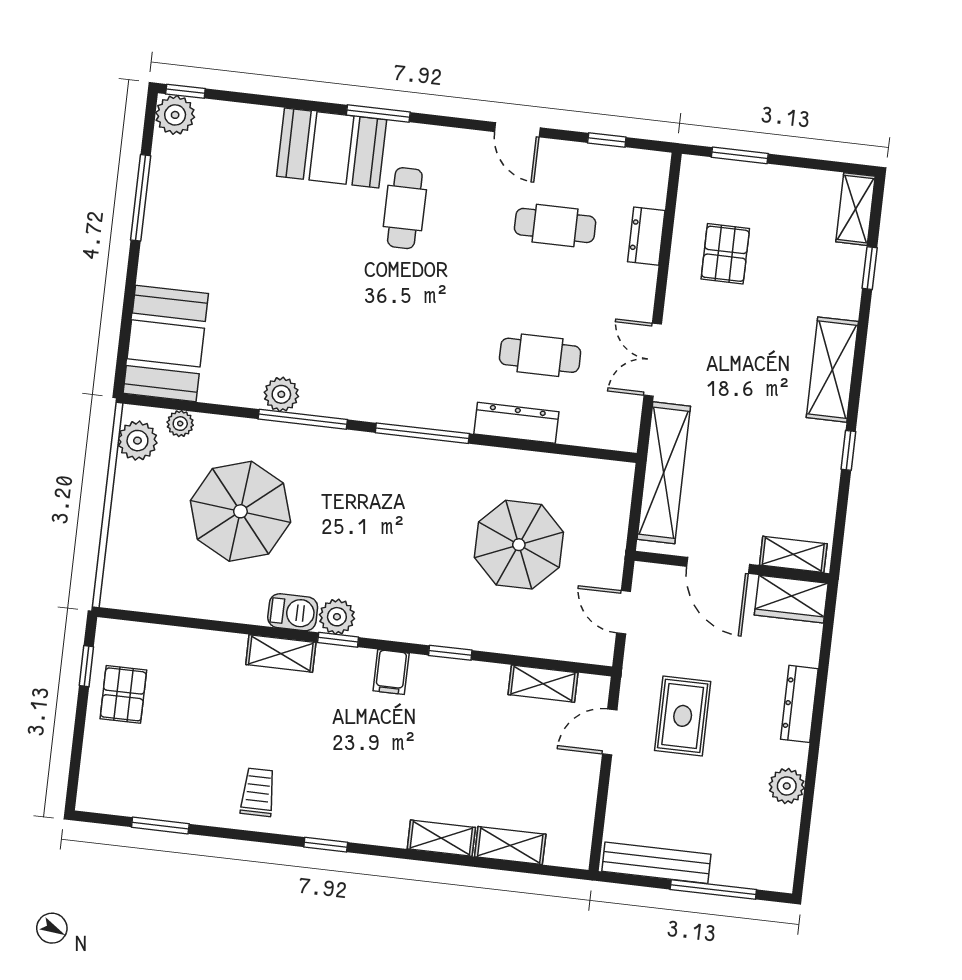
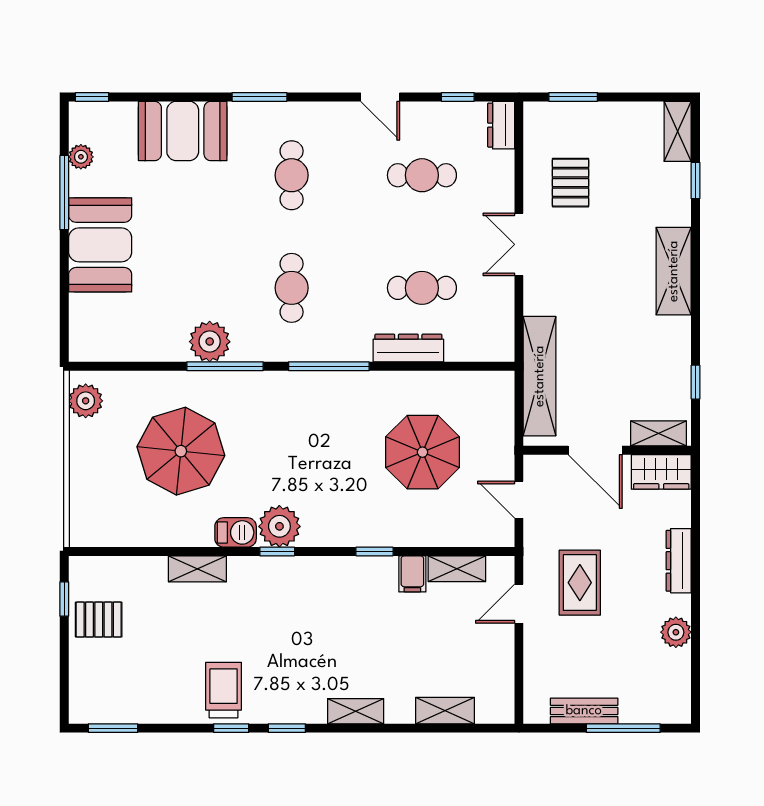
plant: (175, 115) -> (81, 157), moved, width x0.73, depth x0.73
booth: (332, 148) -> (183, 131), moved
dresser: (646, 236) -> (501, 125), moved
cafe table: (390, 338) -> (292, 288), added
booth: (166, 343) -> (100, 245), moved
double door: (653, 360) -> (519, 244), moved
plant: (281, 394) -> (210, 342), width x1.36, depth x1.36
plant: (180, 424) -> (120, 382), removed
window: (848, 450) -> (696, 382), moved
plant: (337, 617) -> (279, 526), width x1.36, depth x1.36
shelving: (281, 653) -> (197, 569), moved
filing cabinet: (391, 672) -> (412, 574), moved
pallet: (123, 694) -> (99, 620), turned 90
trolley: (258, 792) -> (224, 690), width x1.36, depth x1.39
window: (160, 825) -> (113, 728), moved
window: (262, 837) -> (231, 728), added
shelving: (441, 838) -> (356, 711), moved
bench: (656, 863) -> (584, 711), width x0.73

